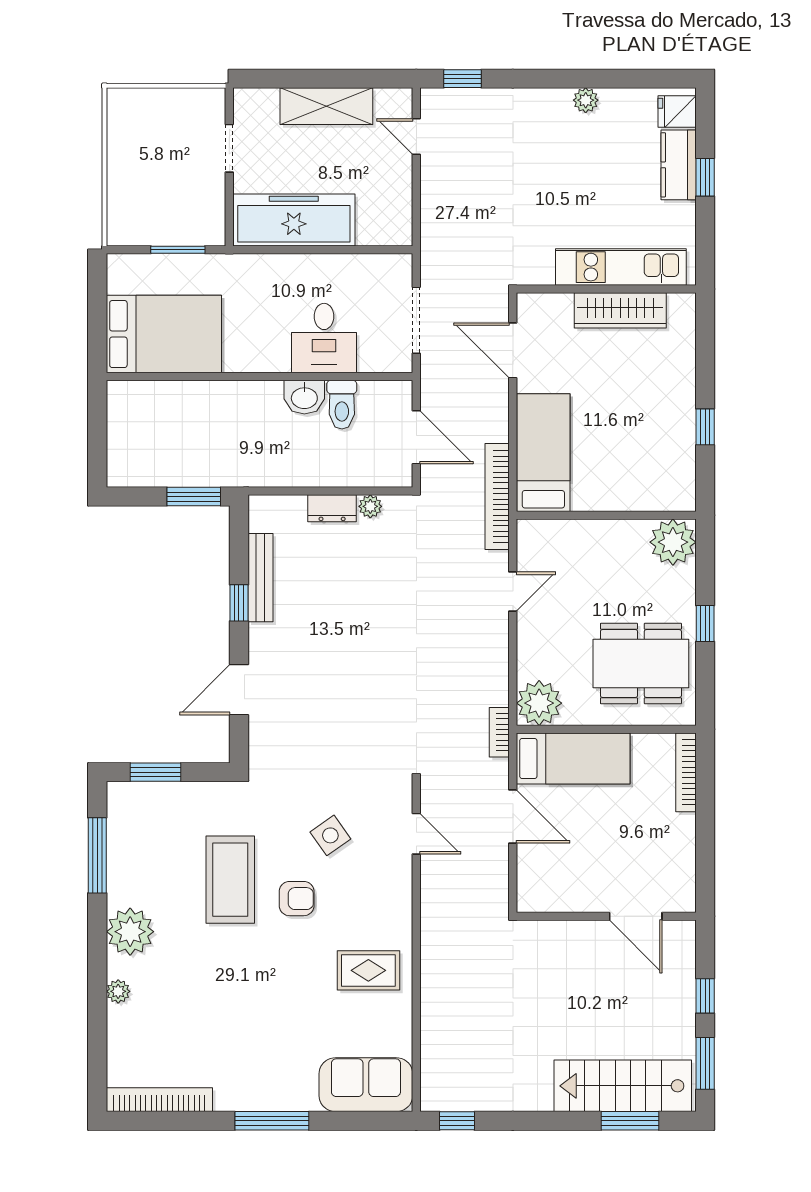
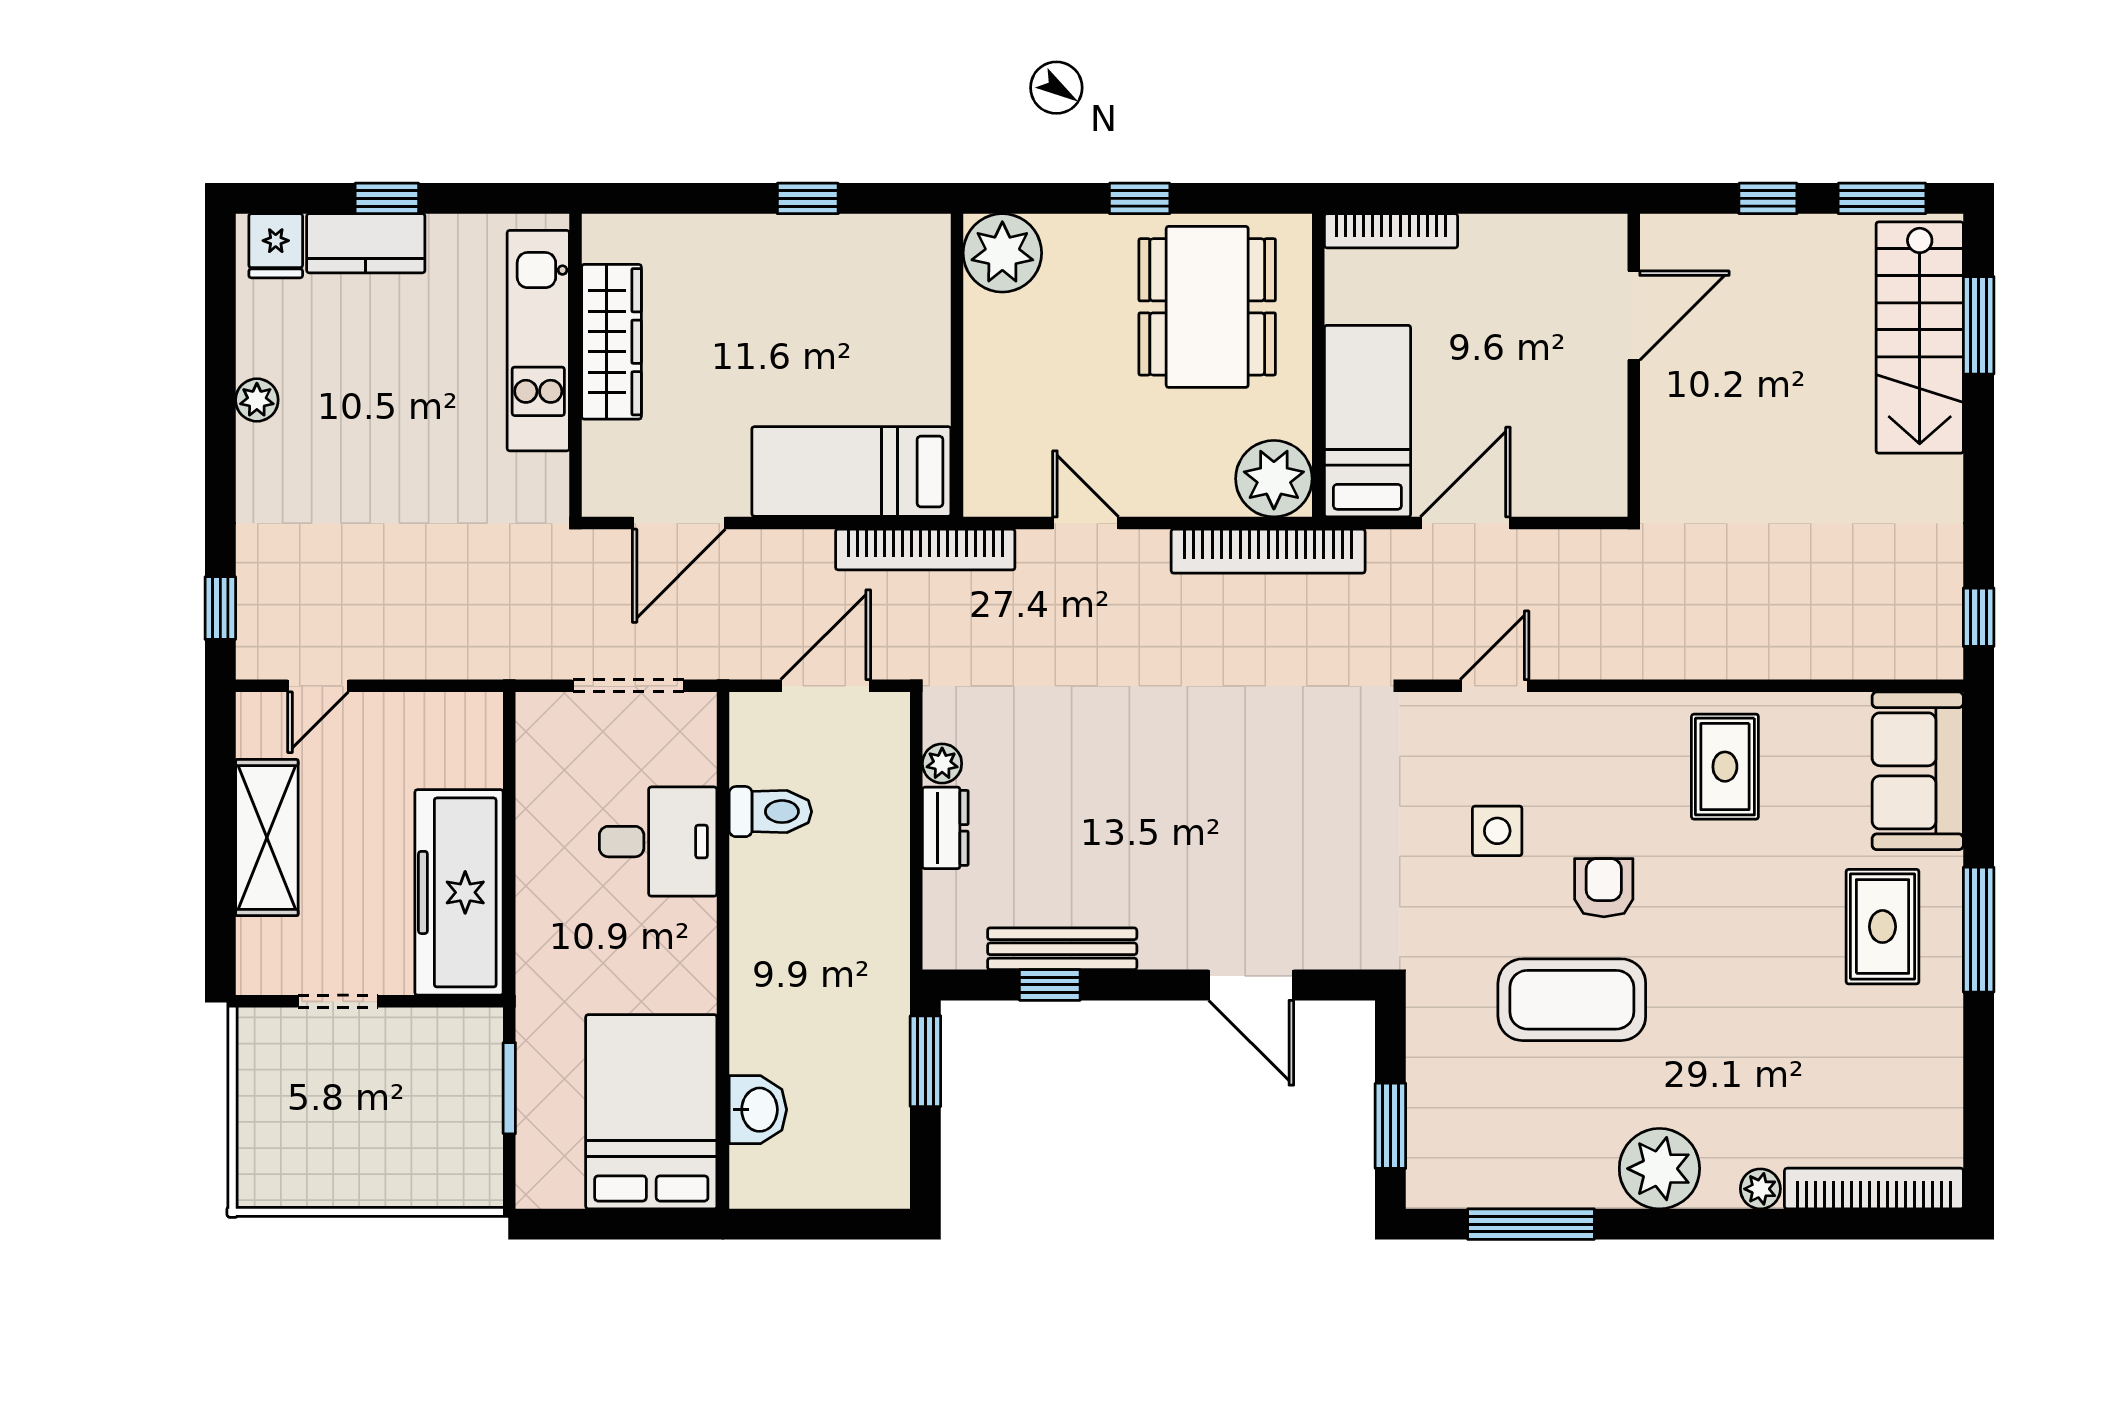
washbasin: (304, 397) -> (758, 1110), moved
window: (239, 603) -> (1050, 985), moved
bookcase: (499, 732) -> (1268, 551), width x2.31, depth x1.31
side table: (330, 835) -> (1497, 831), turned 35
rug: (274, 1064) -> (1883, 927), added
bookcase: (159, 1100) -> (1874, 1189), moved, turned 90

